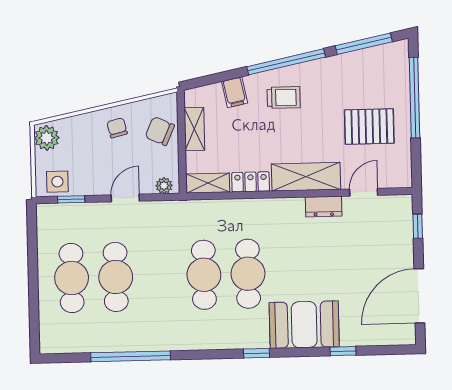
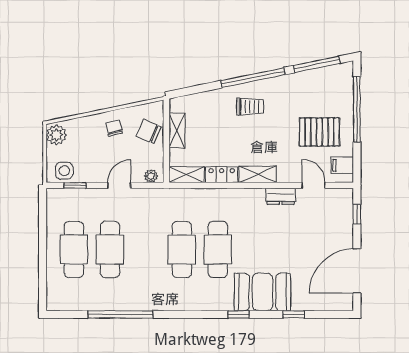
filing cabinet: (235, 92) -> (342, 165), moved, turned 102
shelving: (306, 177) -> (258, 174), width x0.67, depth x0.75
door: (364, 192) -> (314, 185), hinge flipped
window: (256, 353) -> (238, 314), moved

